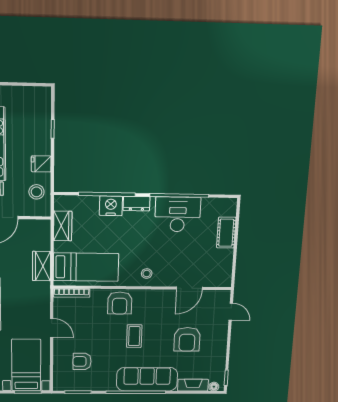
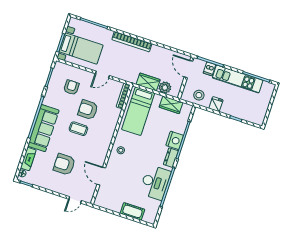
plant: (42, 241) -> (165, 88), added
armchair: (120, 303) -> (88, 110), moved

